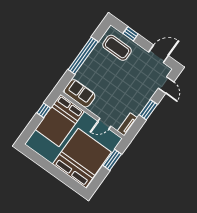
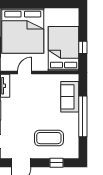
coffee table: (117, 48) -> (49, 138), moved
sofa: (80, 93) -> (70, 97), moved, turned 90

